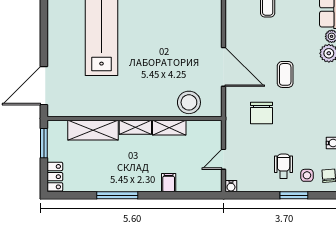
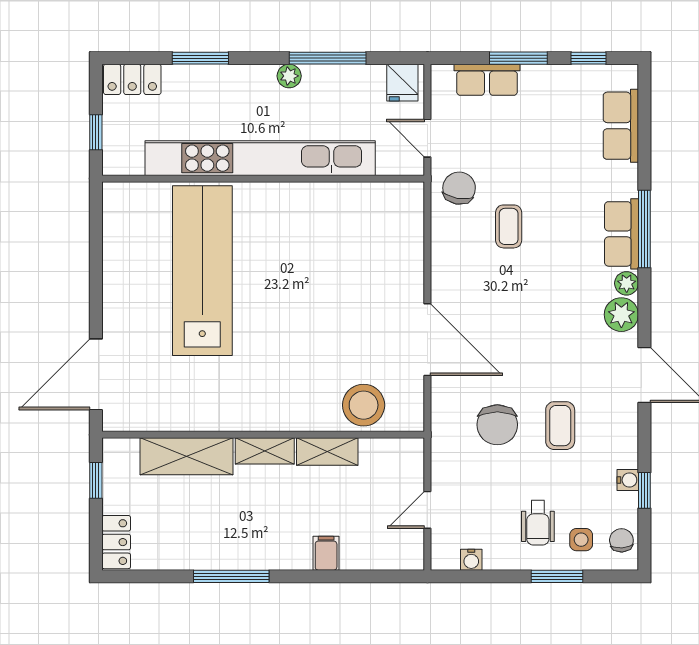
coffee table: (285, 74) -> (560, 426), moved
window: (44, 143) -> (96, 480), width x0.67
wheelchair: (284, 166) -> (538, 523), turned 180
water cooler: (231, 186) -> (471, 560), moved

